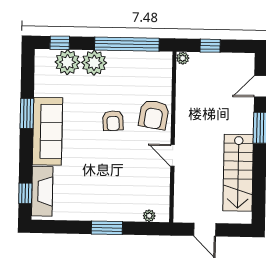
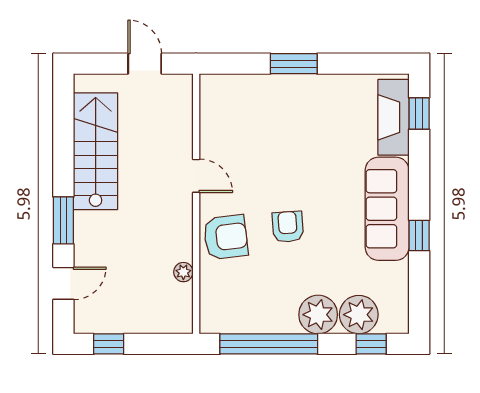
window: (210, 46) -> (109, 344), moved
plant: (183, 58) -> (183, 272), moved
window: (27, 113) -> (419, 236), width x0.67
armchair: (154, 115) -> (226, 237), turned 74
plant: (149, 216) -> (230, 83), removed

